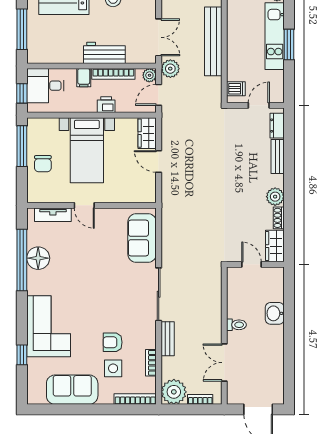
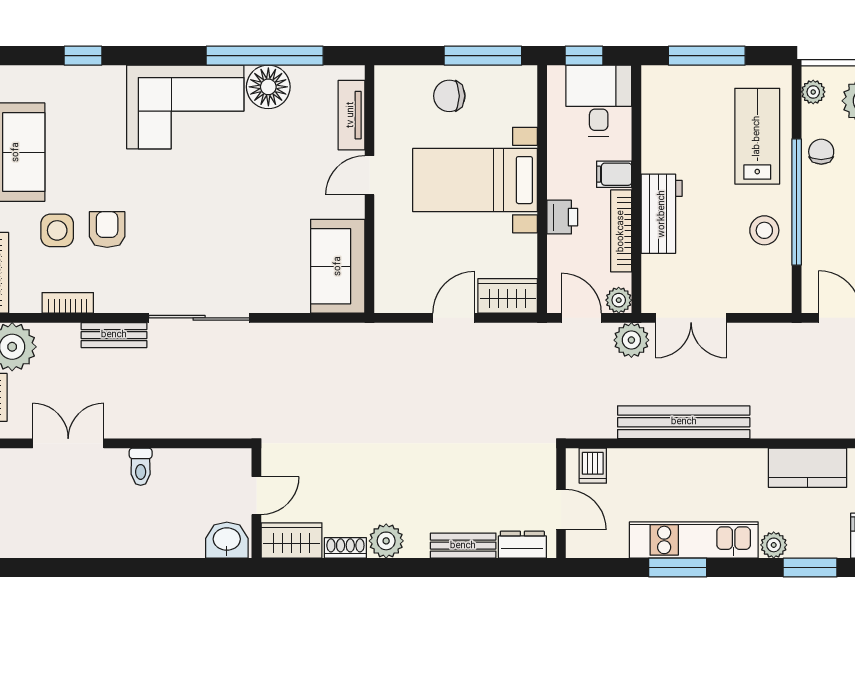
sofa: (142, 238) -> (338, 266), moved, turned -90
washbasin: (275, 313) -> (227, 540), moved
corner sofa: (49, 326) -> (185, 107), moved

